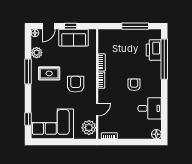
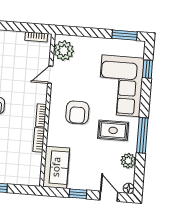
door: (49, 26) -> (109, 196), hinge flipped
sofa: (74, 38) -> (56, 167), moved, turned 90
corner sofa: (52, 124) -> (121, 86), moved, turned 90
window: (46, 142) -> (125, 35), added

